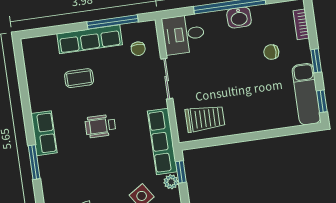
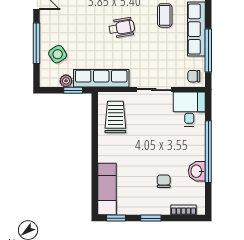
washbasin: (239, 18) -> (197, 171), moved
chair: (138, 49) -> (194, 76), moved
exam couch: (306, 94) -> (107, 189), moved, turned 90
trolley: (205, 119) -> (115, 117), turned 180
wheelchair: (100, 126) -> (122, 28), turned 80

